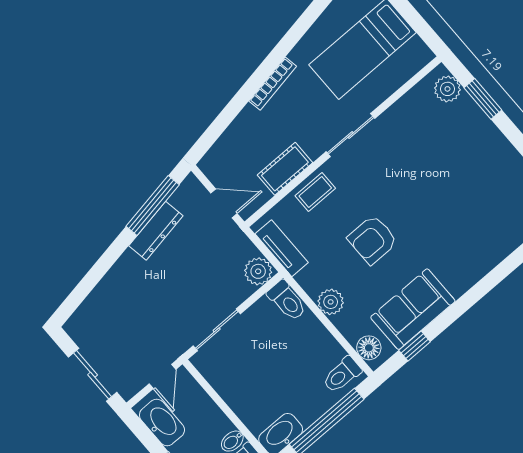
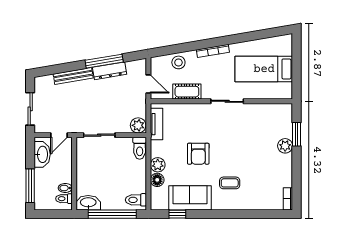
plant: (447, 89) -> (285, 146), moved
stool: (240, 139) -> (178, 62), added
coffee table: (315, 192) -> (230, 183), moved
window: (153, 206) -> (104, 61), moved
armchair: (373, 240) -> (198, 154), turned -90
bench: (113, 280) -> (73, 76), added
floor lamp: (369, 348) -> (157, 180), moved

